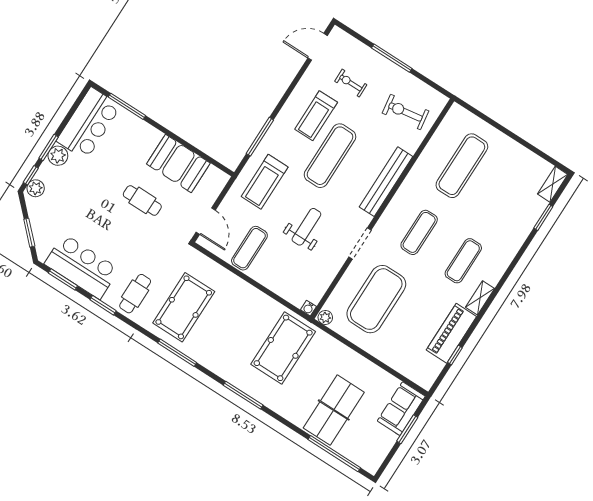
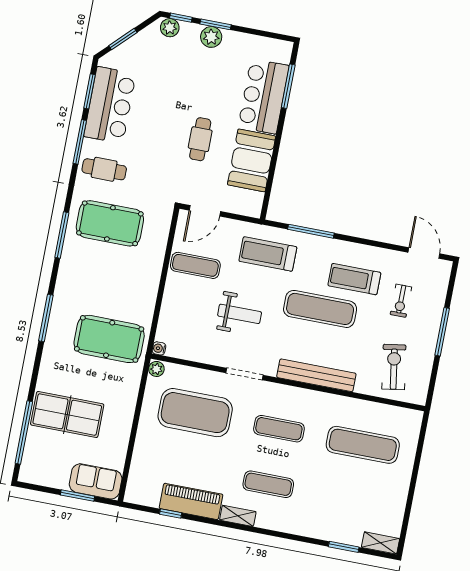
exercise bike: (351, 83) -> (401, 301), turned 180
bar counter: (89, 123) -> (264, 96), moved, turned 90
window: (103, 305) -> (80, 142), width x1.44

